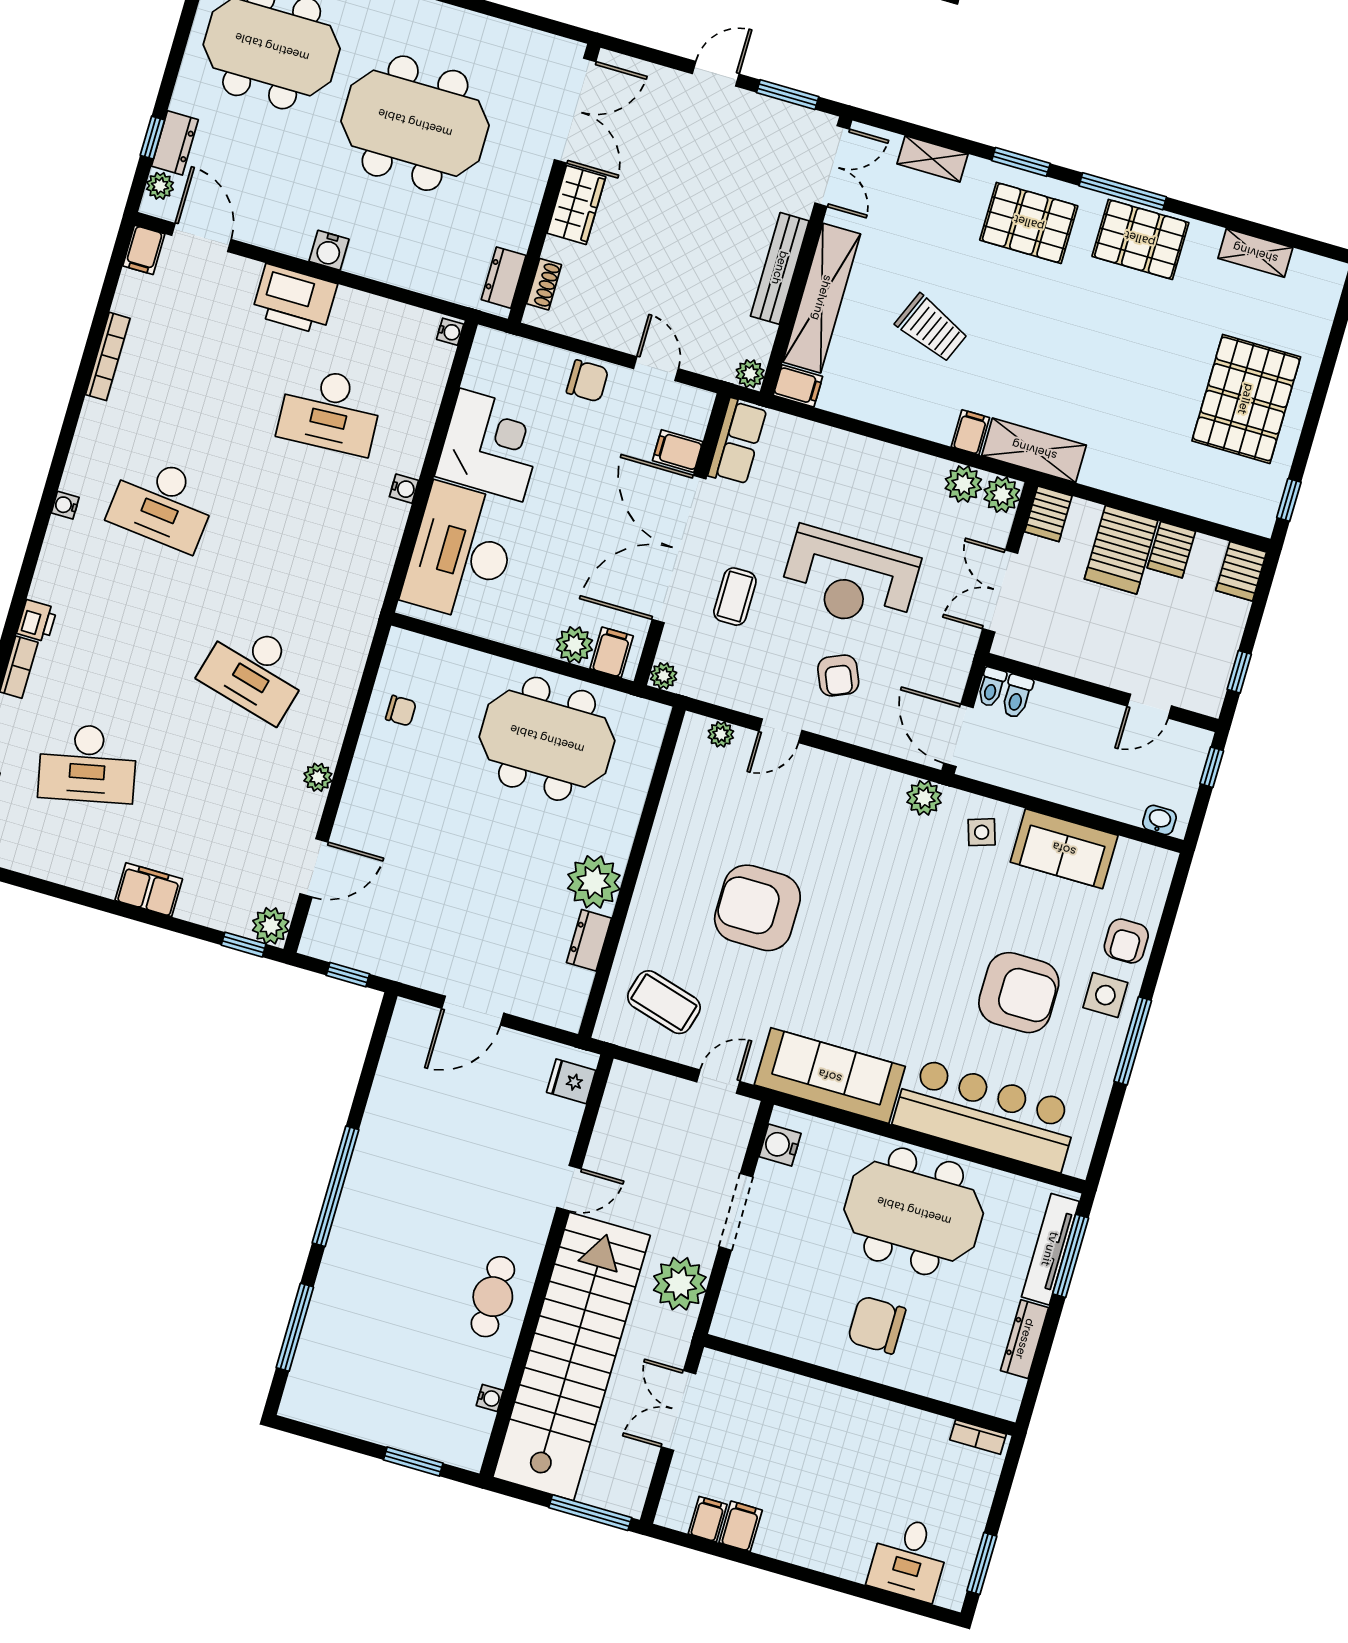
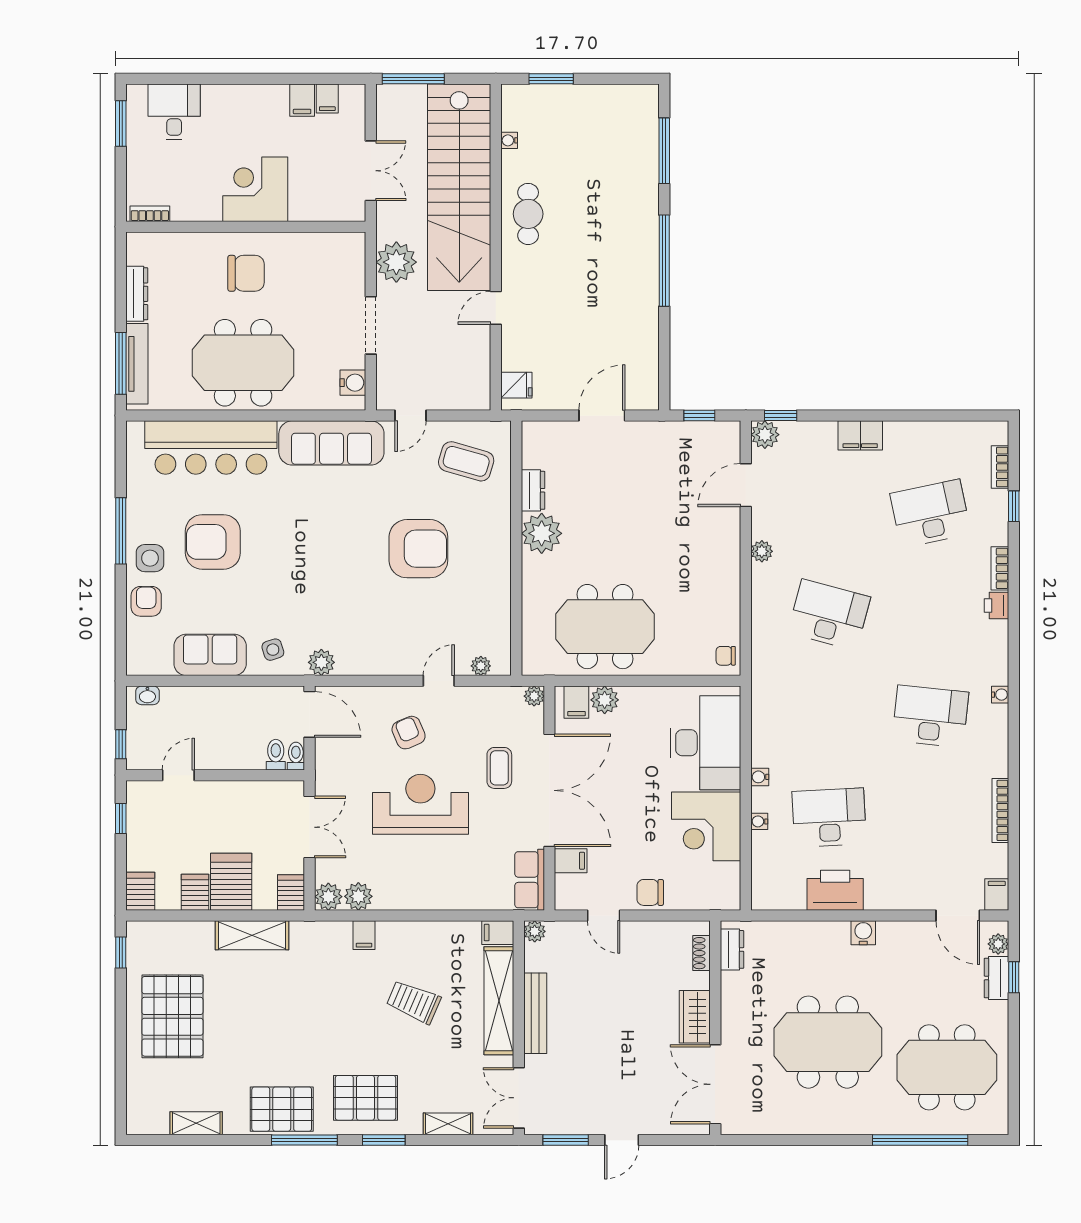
printer: (294, 299) -> (835, 890), moved
water cooler: (450, 332) -> (759, 821), moved
shelving: (1034, 450) -> (252, 935), moved
chair: (401, 711) -> (726, 656), moved
corner desk: (834, 1429) -> (255, 189), added

